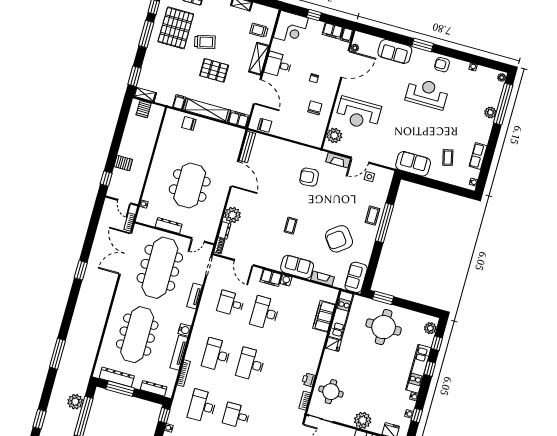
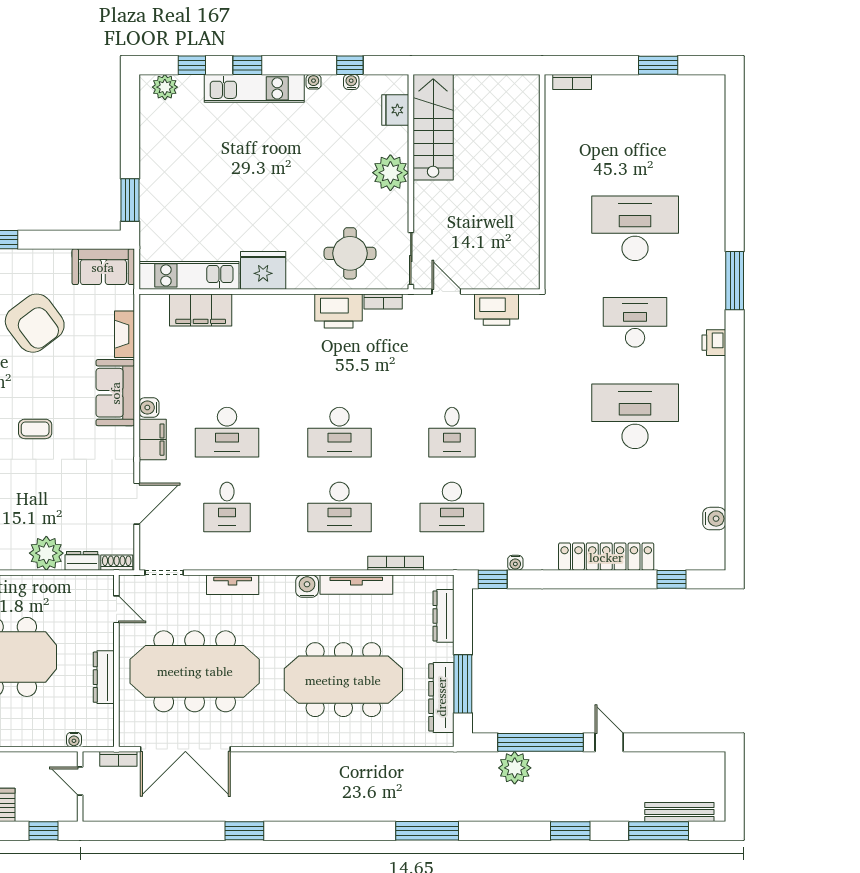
door: (124, 202) -> (80, 781), swing flipped
round table: (384, 327) -> (189, 183), removed
fridge: (333, 344) -> (263, 270), width x1.88, depth x1.34
printer: (309, 380) -> (339, 311), width x1.87, depth x1.48

